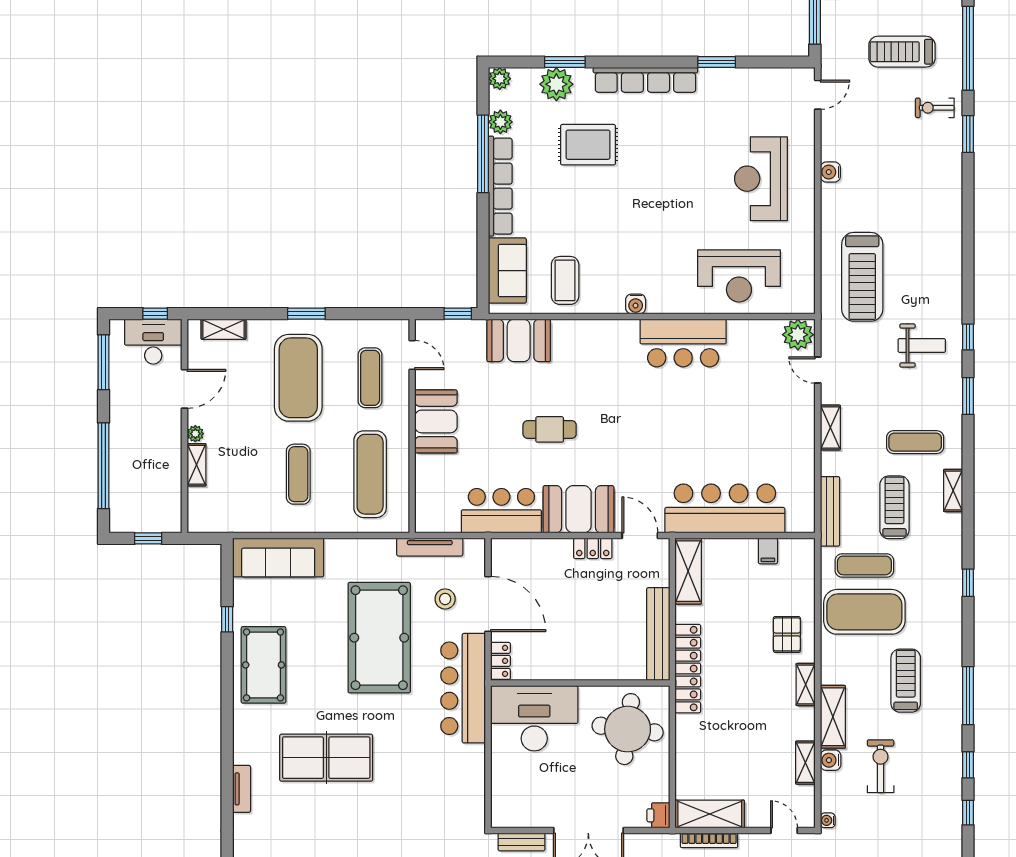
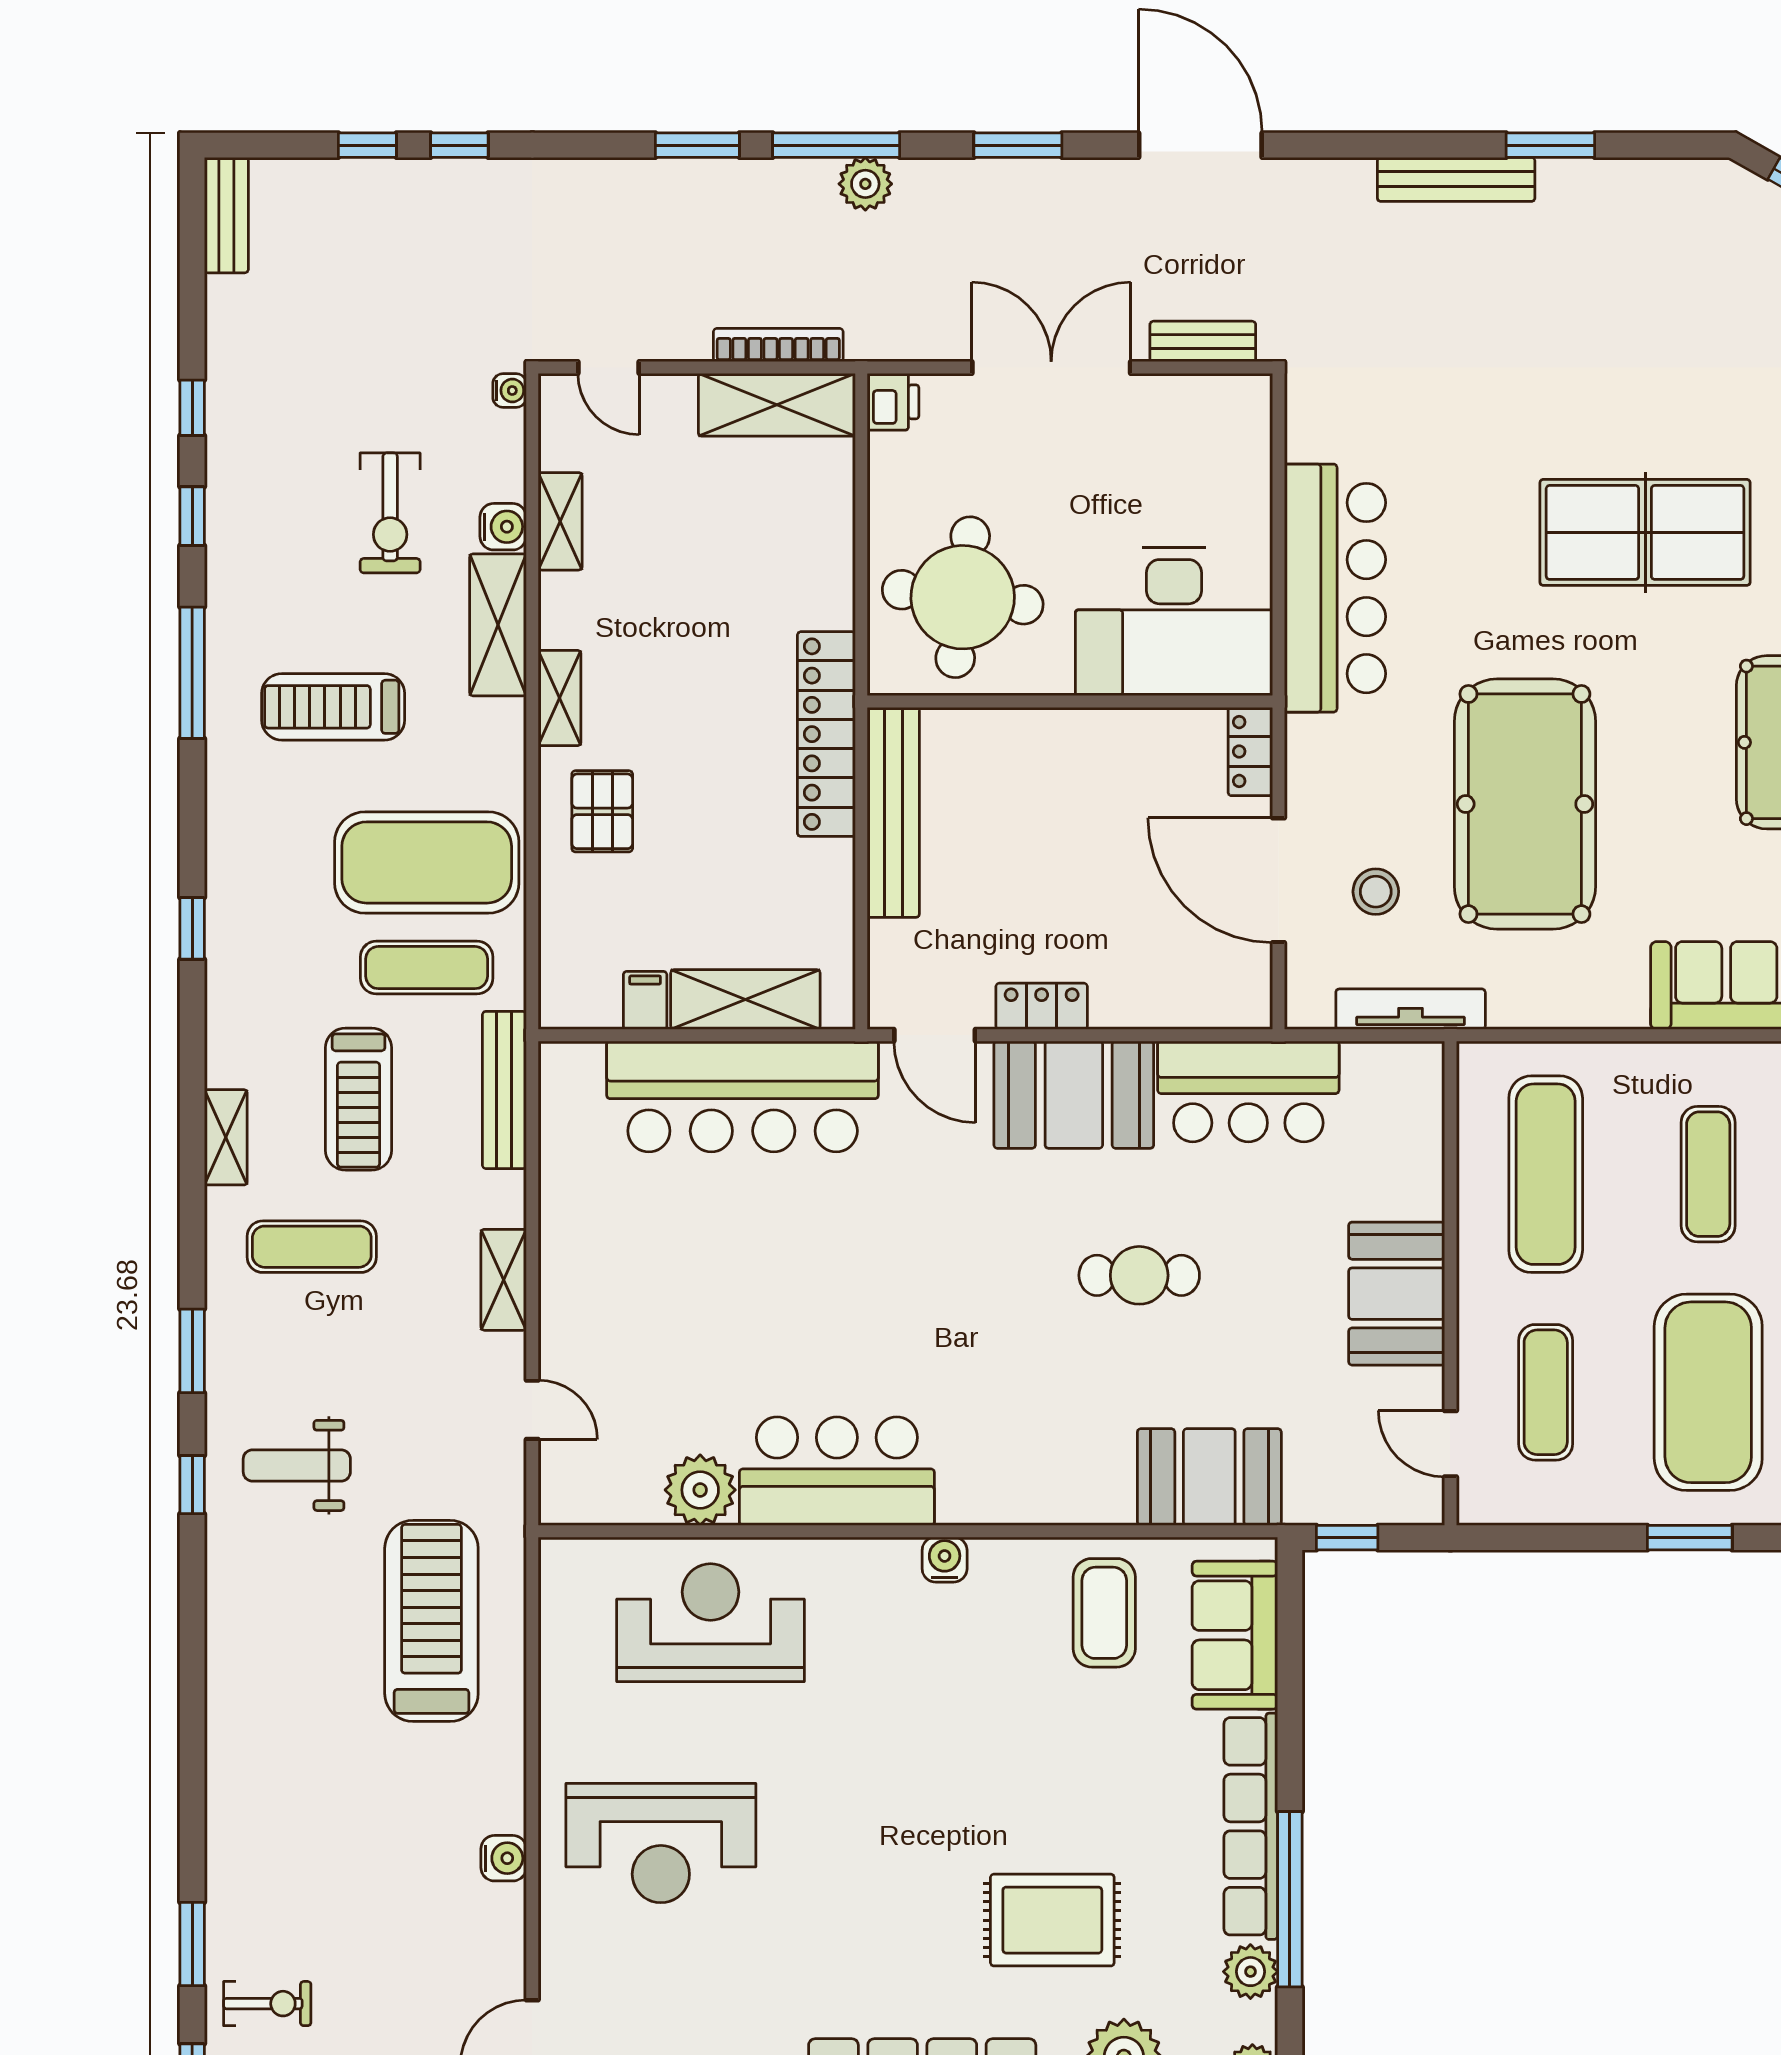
reception desk: (761, 179) -> (661, 1843), turned 90
plant: (798, 335) -> (700, 1490), moved
shelving: (688, 571) -> (745, 1000), moved, turned 90
treadmill: (906, 681) -> (333, 707), turned 90
bar counter: (463, 688) -> (1335, 588), moved

